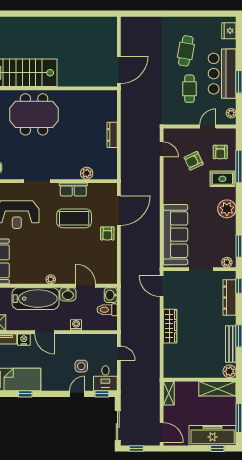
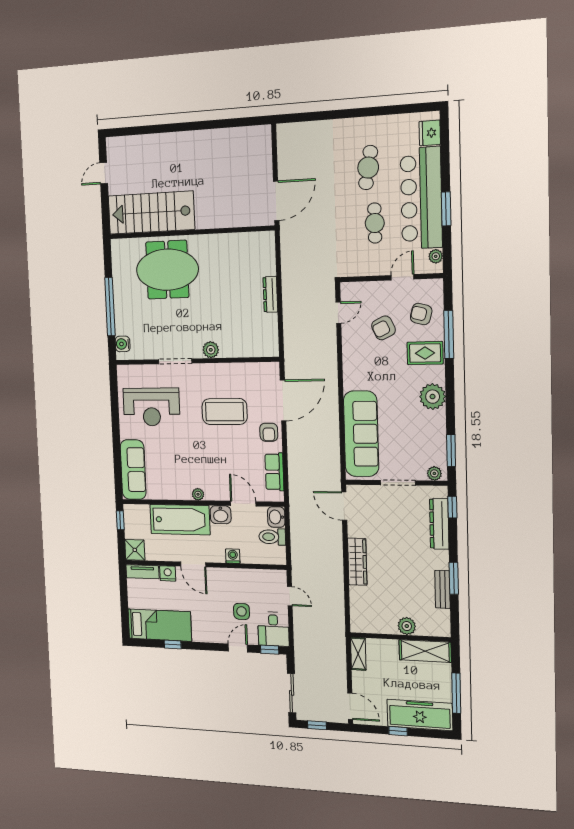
bar counter: (222, 74) -> (421, 198), width x1.36
door: (162, 149) -> (338, 313), hinge flipped
armchair: (220, 152) -> (421, 314), turned 105
plant: (87, 173) -> (211, 350), moved
row of seats: (73, 190) -> (274, 472), moved, turned 90
bench: (231, 344) -> (443, 589), width x0.73
plant: (230, 371) -> (407, 626), moved
window: (217, 449) -> (398, 731), moved

